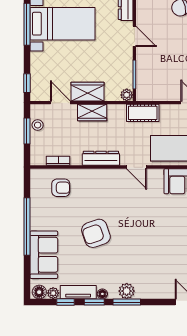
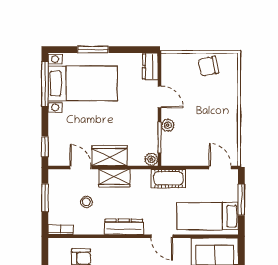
plant: (142, 63) -> (168, 125), added
stool: (38, 125) -> (86, 202), moved
bookcase: (58, 161) -> (61, 230), moved

